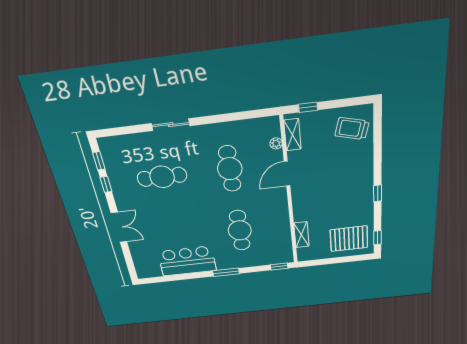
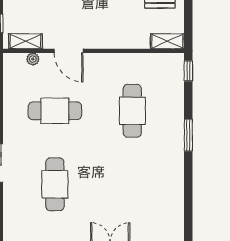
cafe table: (240, 230) -> (132, 111), turned 90
shelving: (301, 235) -> (167, 41), moved
bar counter: (187, 261) -> (166, 178), removed

